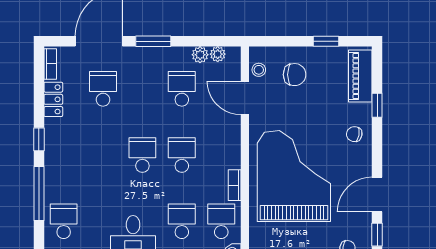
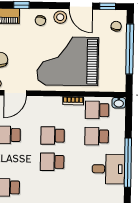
stool: (360, 164) -> (60, 17), added

